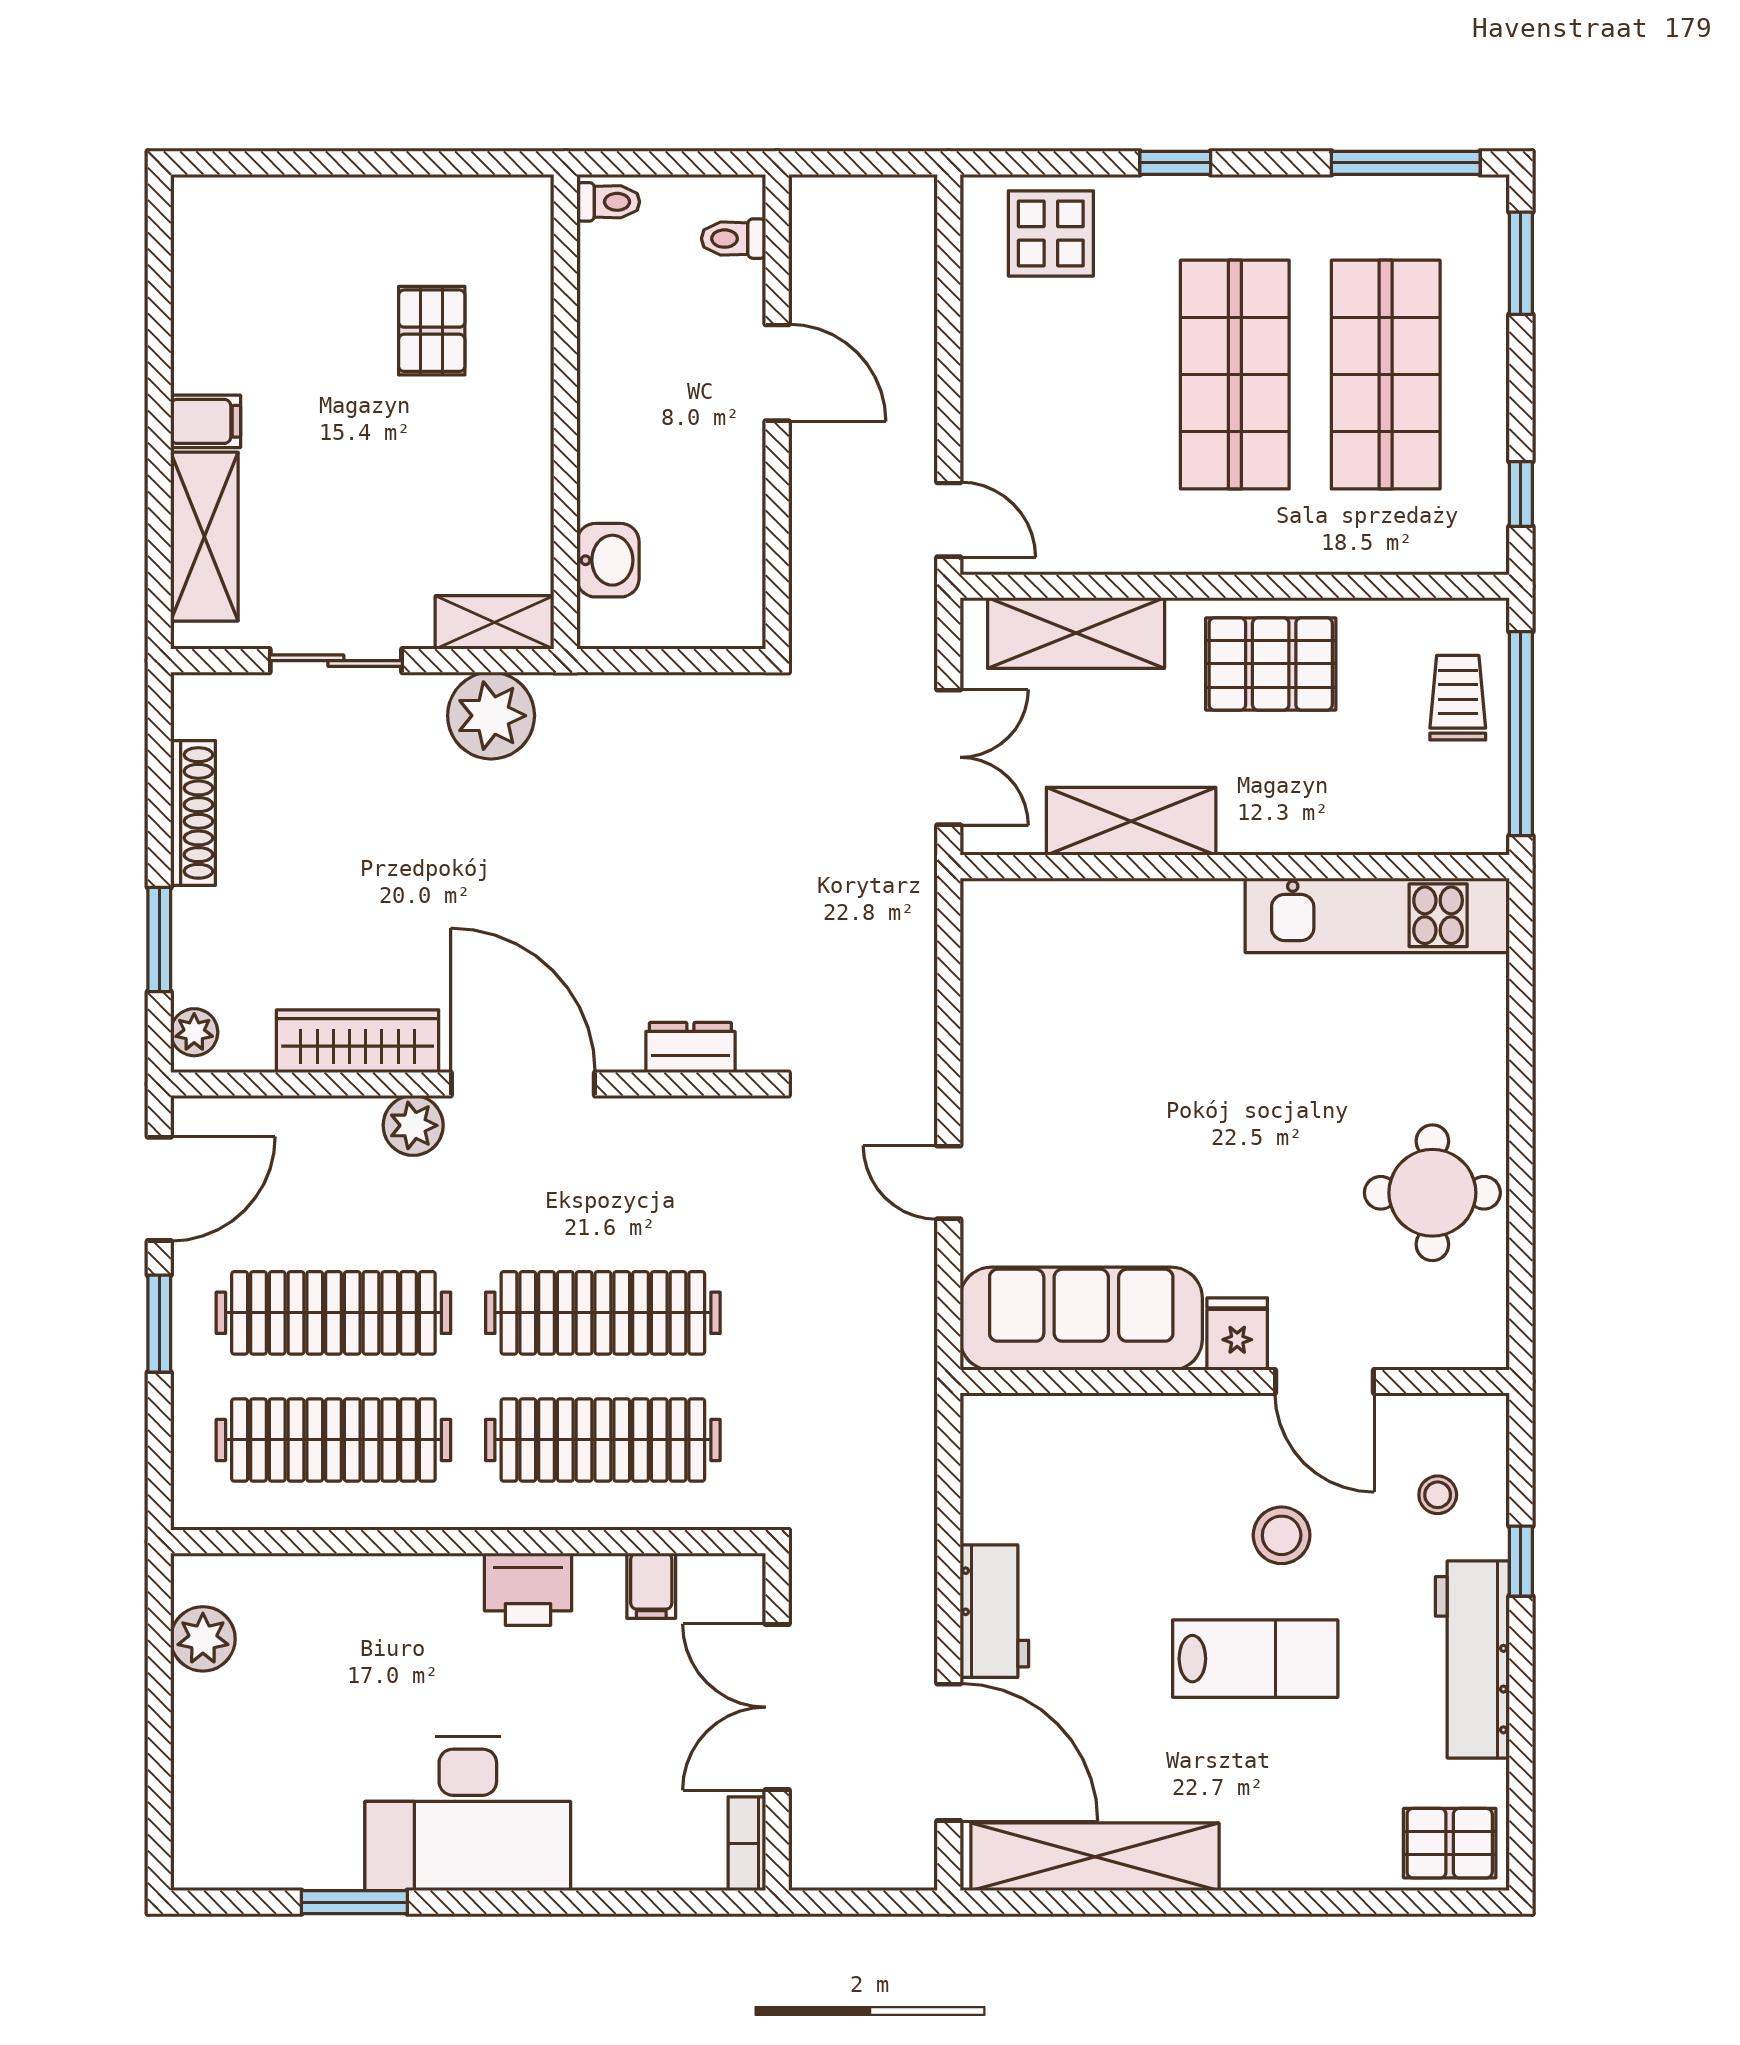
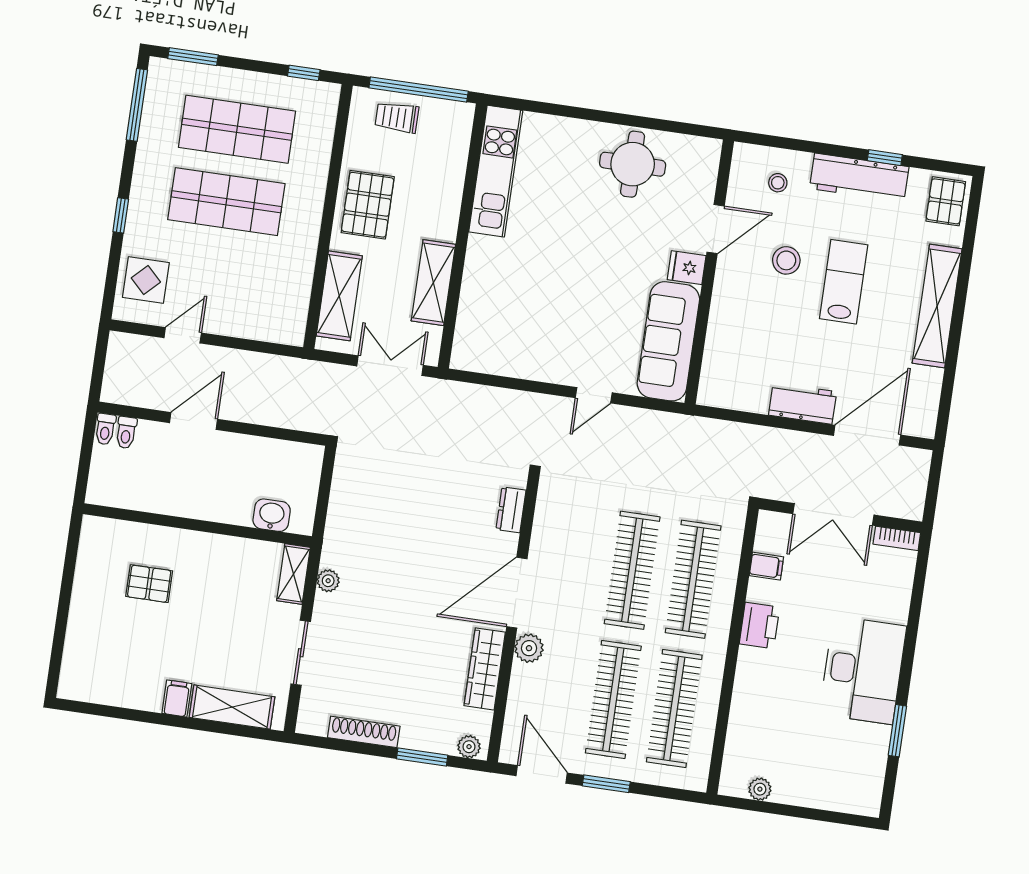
toilet: (608, 202) -> (105, 429), moved, turned 180
door: (949, 520) -> (183, 335), moved
plant: (491, 716) -> (328, 581), width x0.53, depth x0.53
window: (1521, 1561) -> (885, 158), moved
plant: (203, 1639) -> (760, 789), width x0.73, depth x0.73
shelving: (1095, 1857) -> (937, 306), moved

